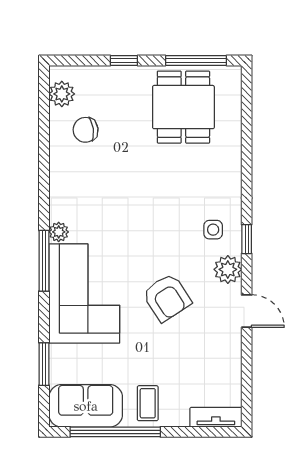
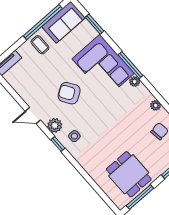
plant: (59, 172) -> (156, 105), added

